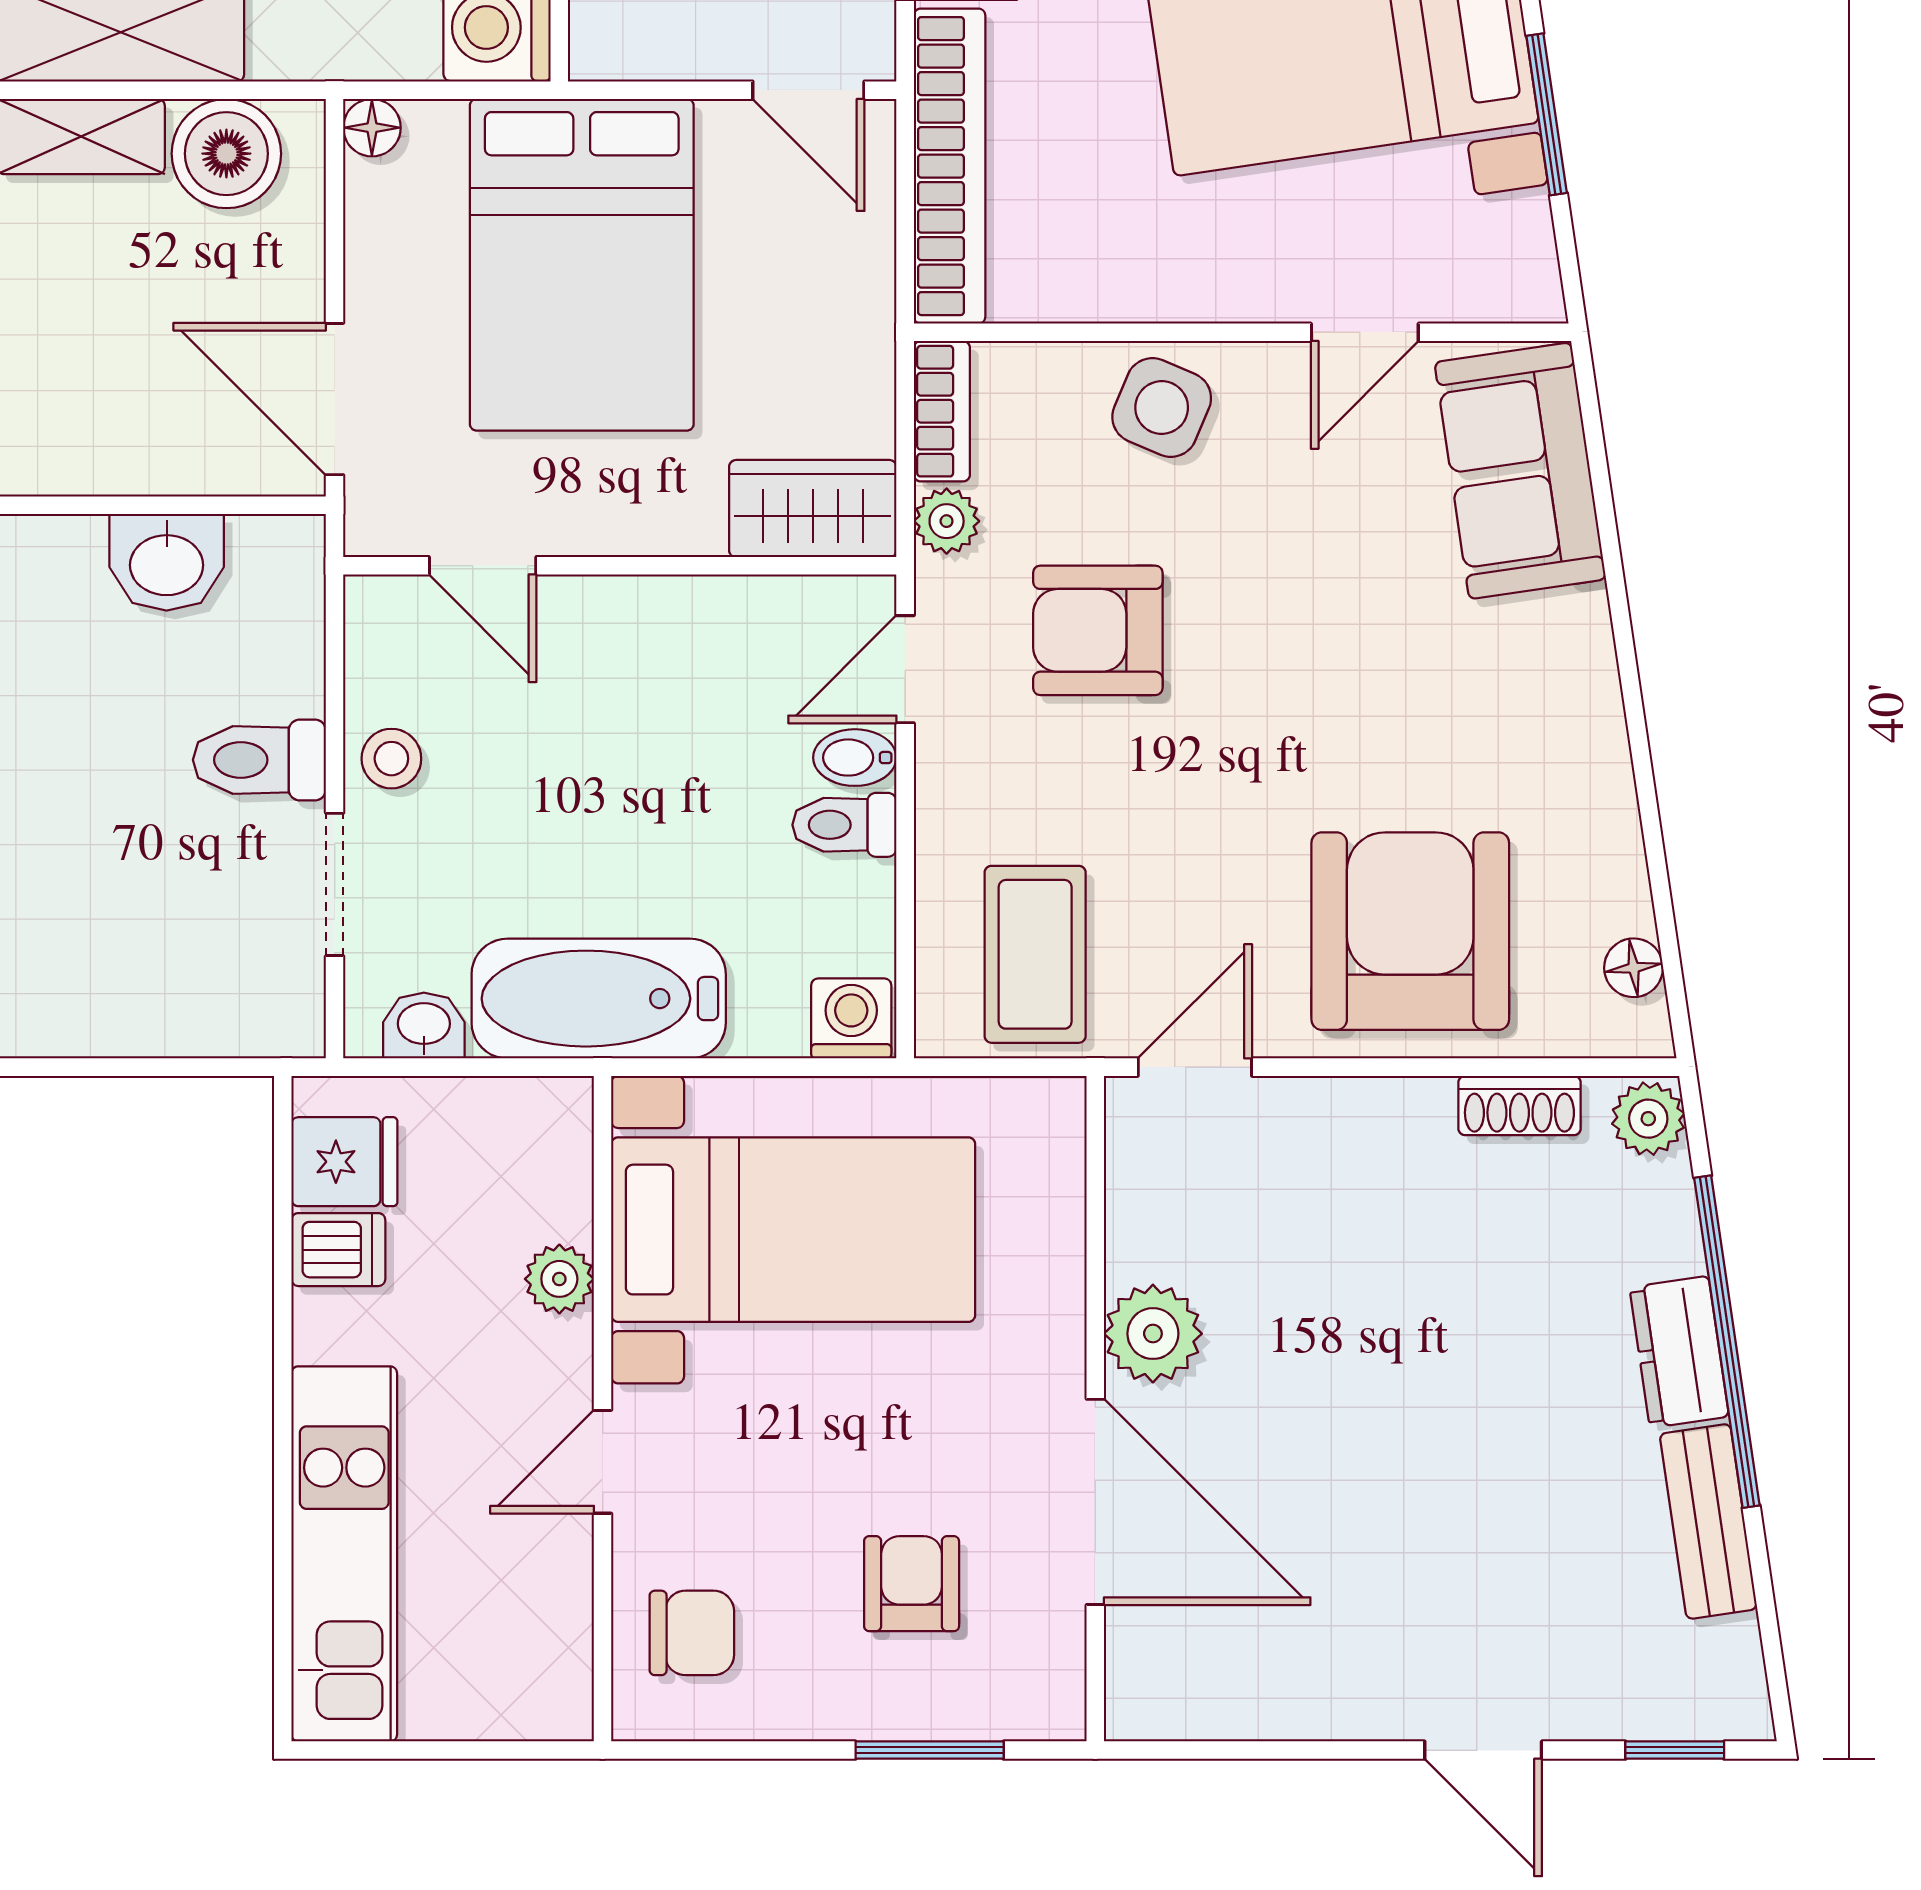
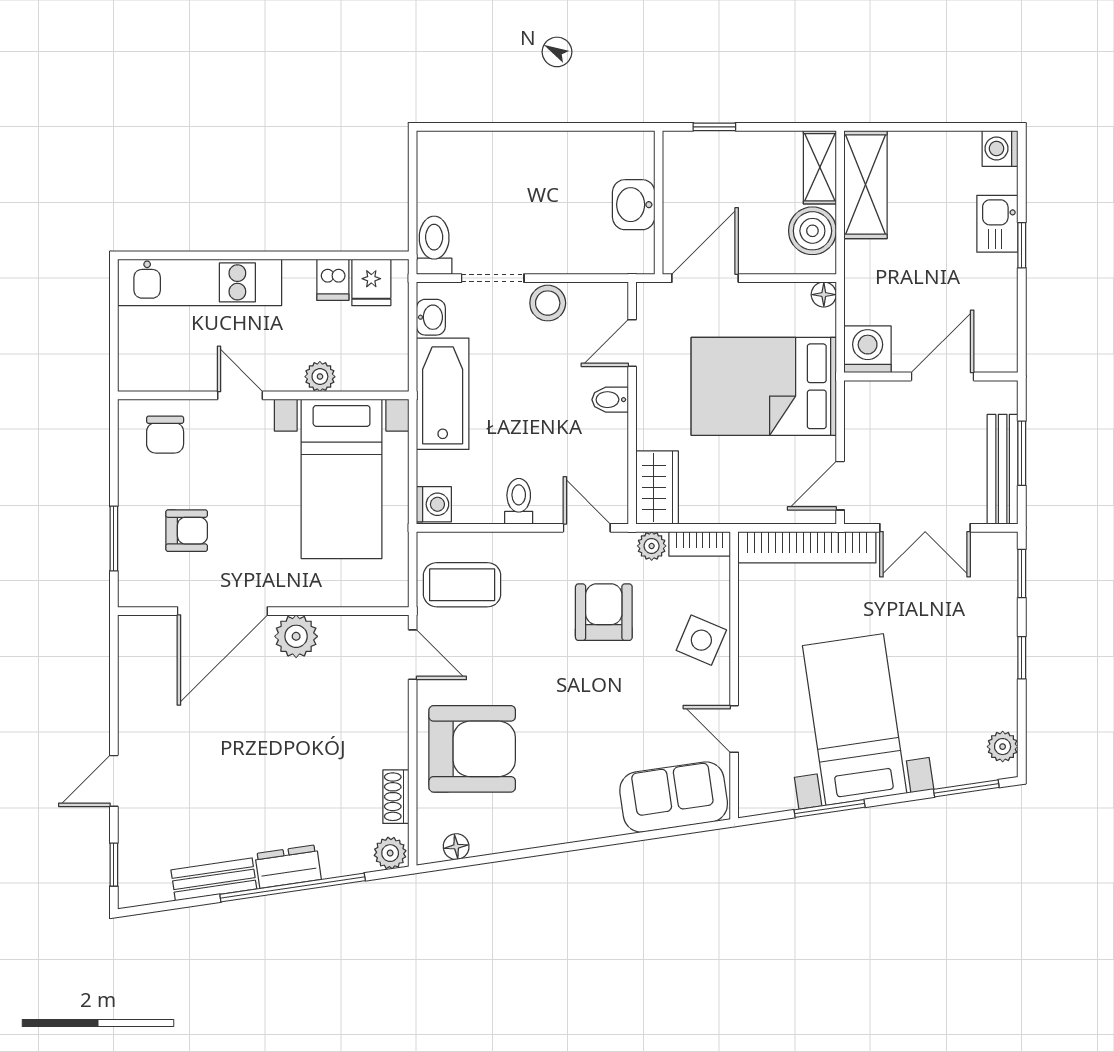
bidet: (855, 758) -> (610, 400), moved, turned -90
stool: (391, 759) -> (548, 303), width x1.37, depth x1.37
toilet: (259, 760) -> (434, 245), moved

